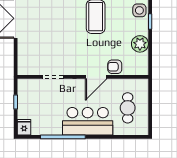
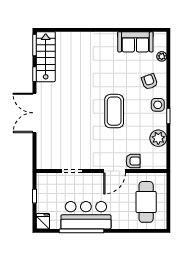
armchair: (115, 67) -> (133, 161), turned 180
cafe table: (128, 108) -> (146, 202), width x1.37, depth x1.35
bar counter: (88, 121) -> (86, 215), moved

